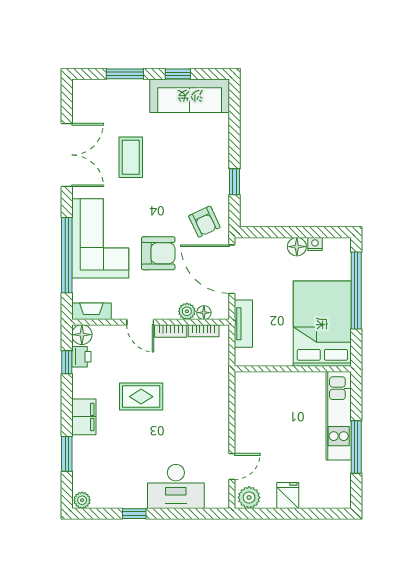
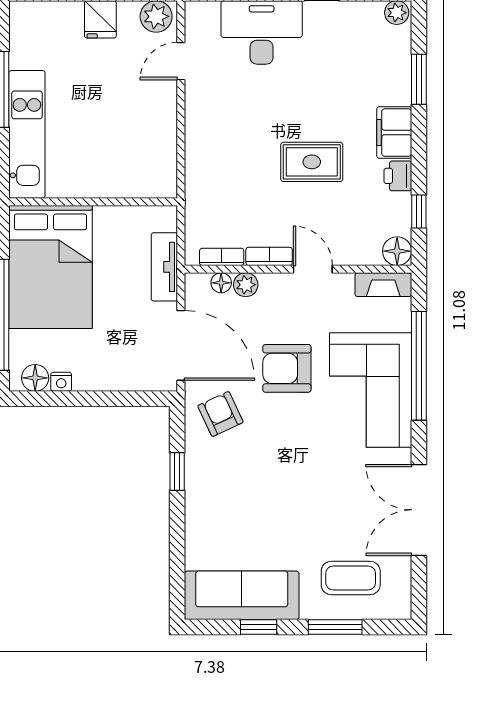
coffee table: (131, 157) -> (351, 578), moved, turned 90
floor lamp: (297, 247) -> (35, 378), moved
printer: (81, 357) -> (398, 176), moved

